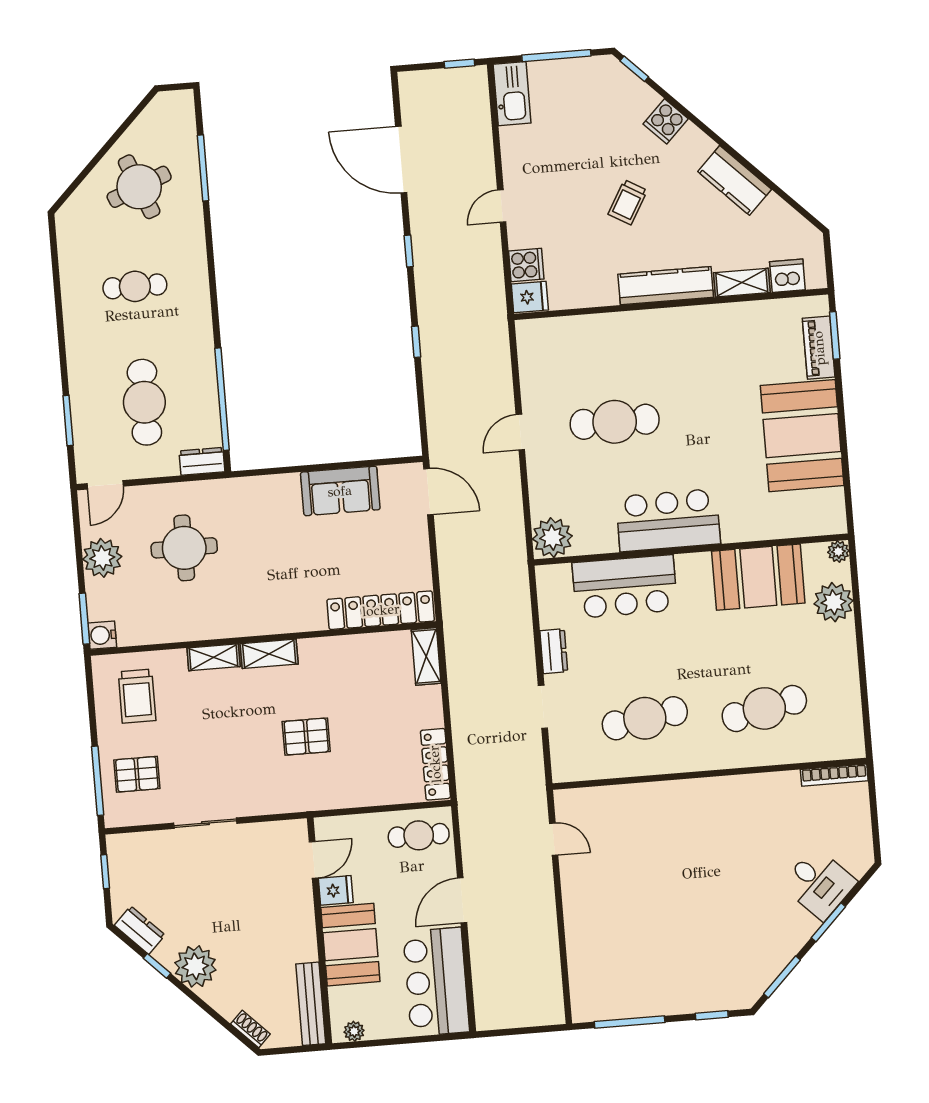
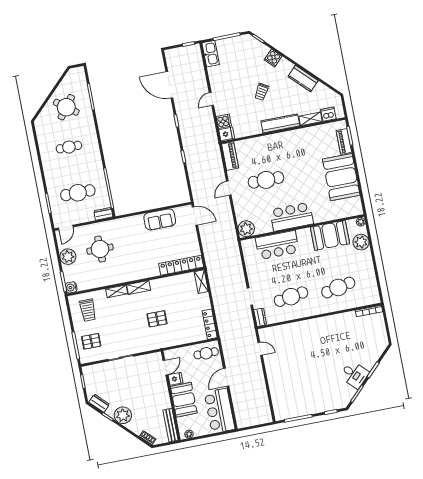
round table: (139, 187) -> (66, 107), turned -31
piano: (532, 353) -> (230, 156), added
cafe table: (144, 402) -> (78, 193), turned 90
dresser: (554, 651) -> (260, 317), moved
desk: (819, 883) -> (354, 375), moved

